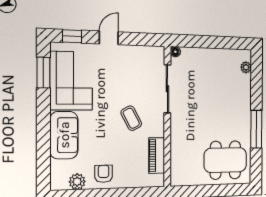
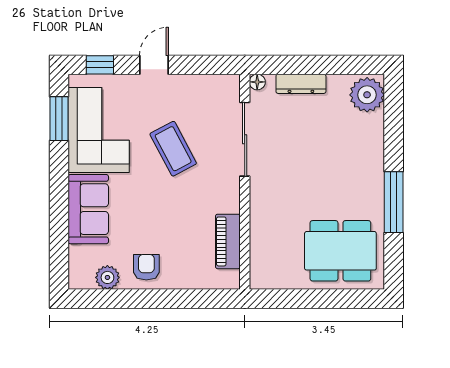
dresser: (202, 54) -> (301, 84), added
plant: (246, 67) -> (367, 95), width x1.87, depth x1.87
coffee table: (131, 118) -> (173, 149), moved, width x1.36, depth x1.30

